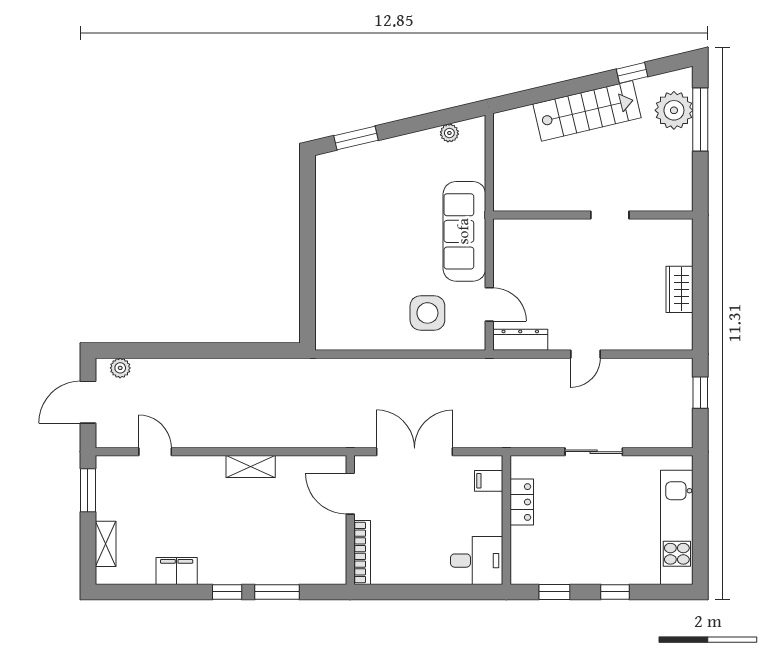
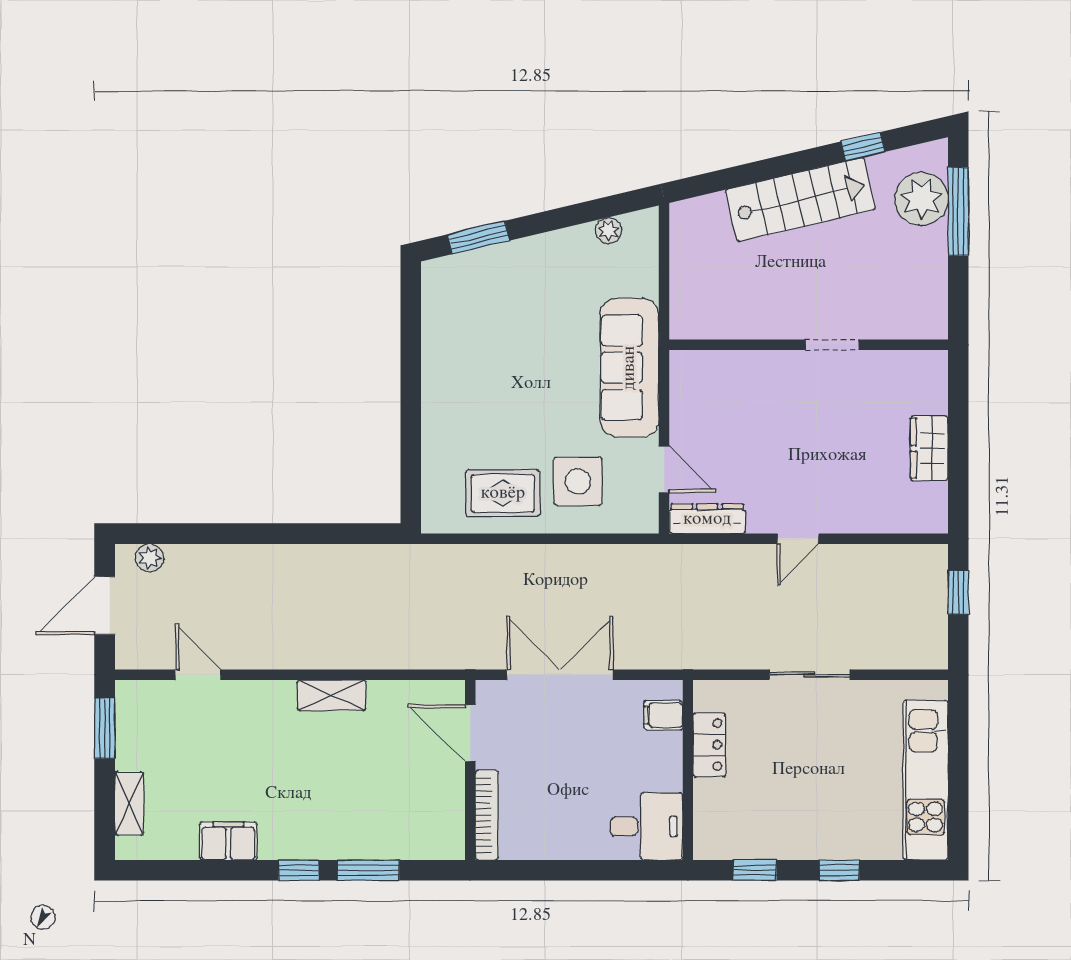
rug: (374, 321) -> (503, 493), added

